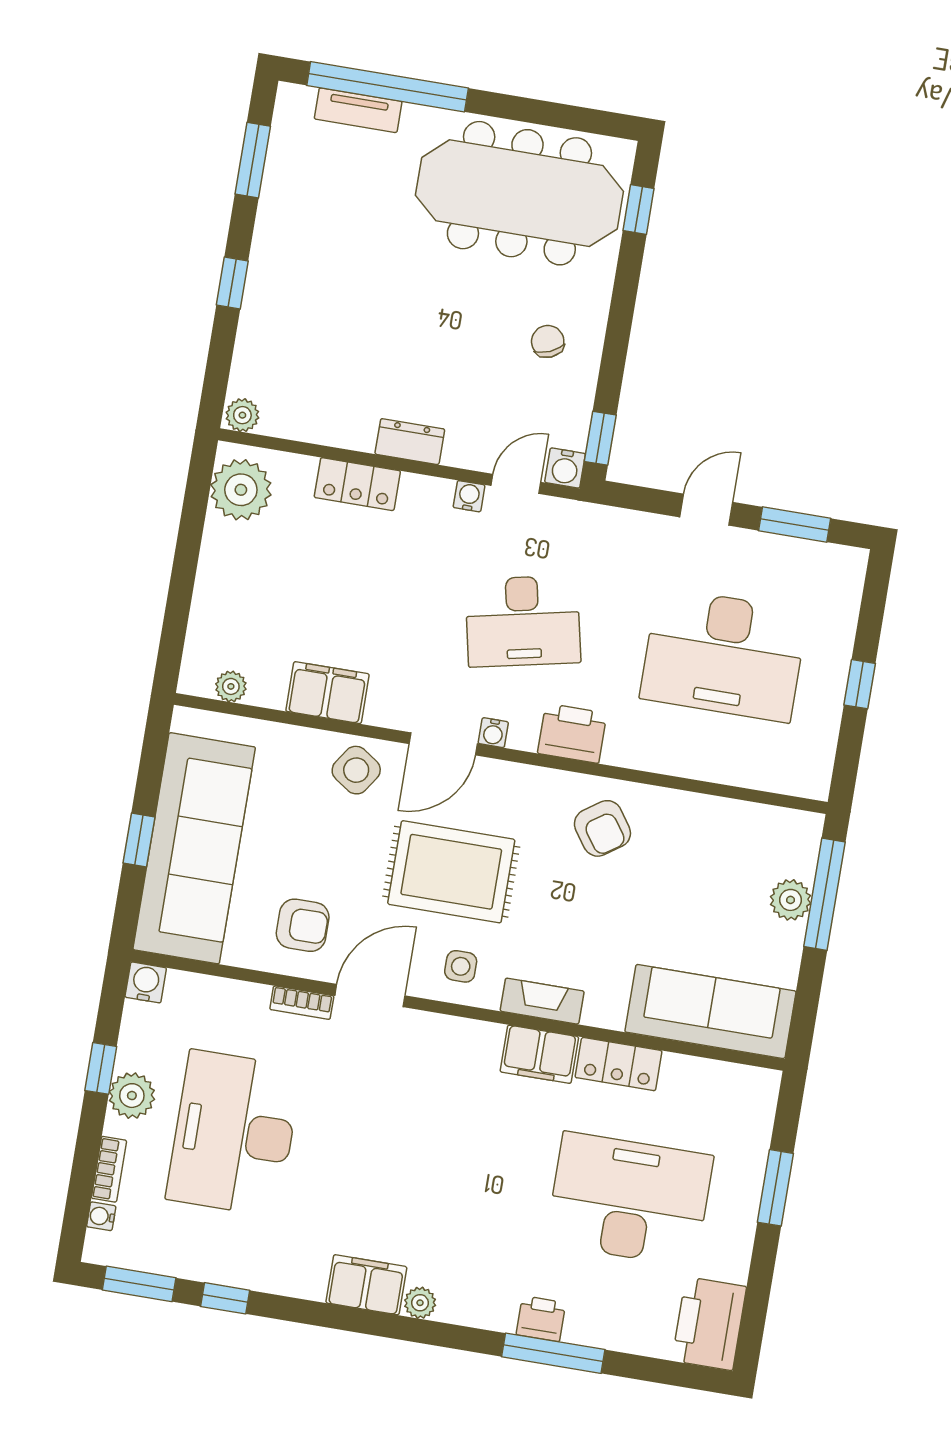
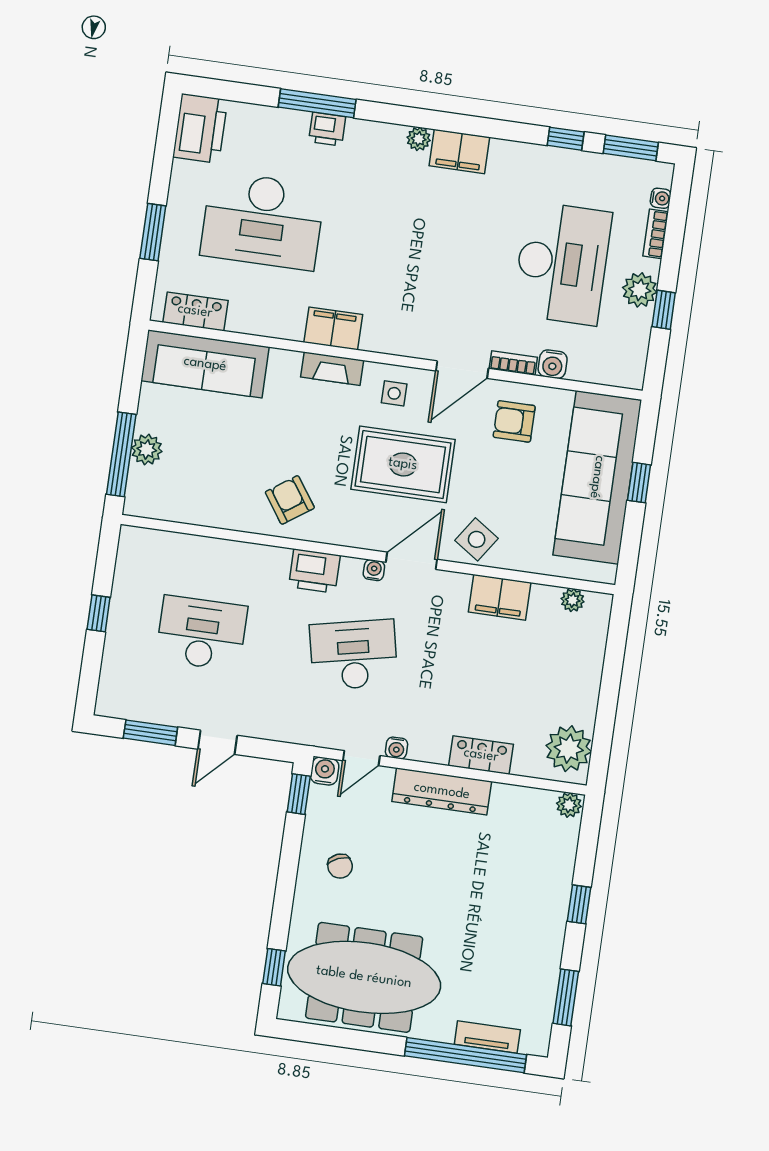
dresser: (410, 442) -> (442, 791), width x1.96, depth x1.24
desk: (724, 655) -> (202, 633), width x0.73, depth x0.77
water cooler: (146, 982) -> (553, 364), moved
locker: (619, 1064) -> (195, 311), moved

